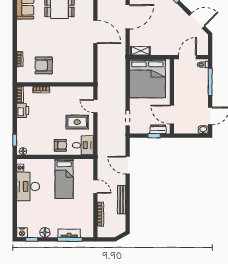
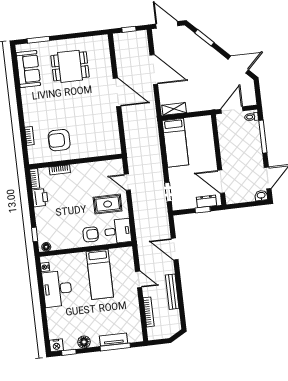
door: (128, 17) -> (154, 70), hinge flipped
bed: (147, 79) -> (175, 143), width x0.49

